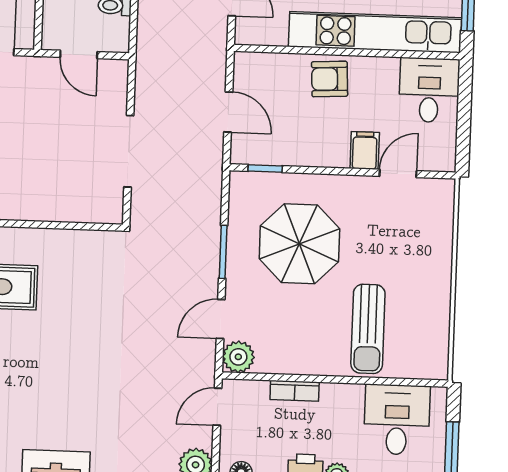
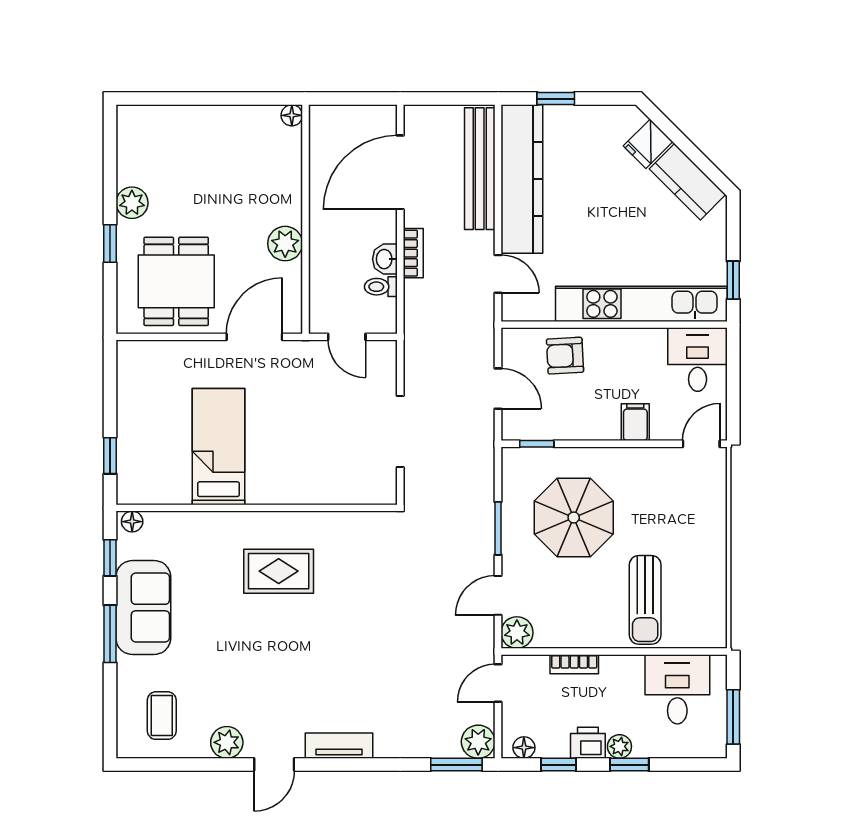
armchair: (330, 79) -> (565, 356), moved
door: (398, 173) -> (701, 444), moved

